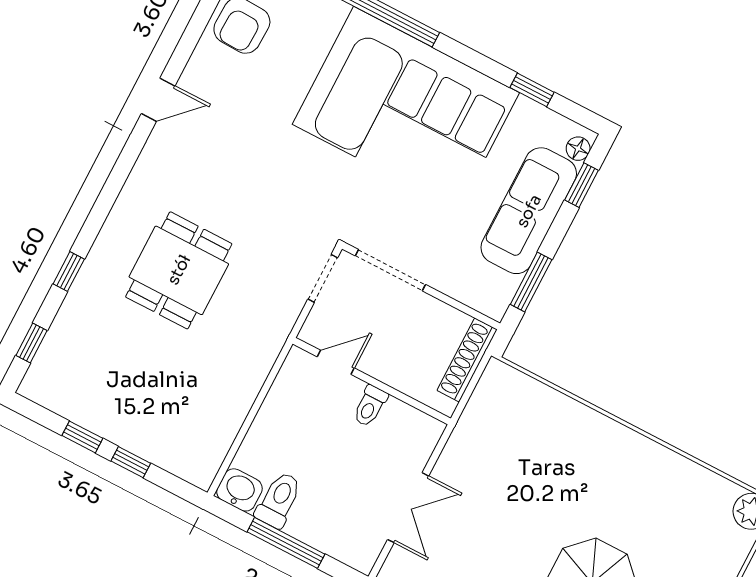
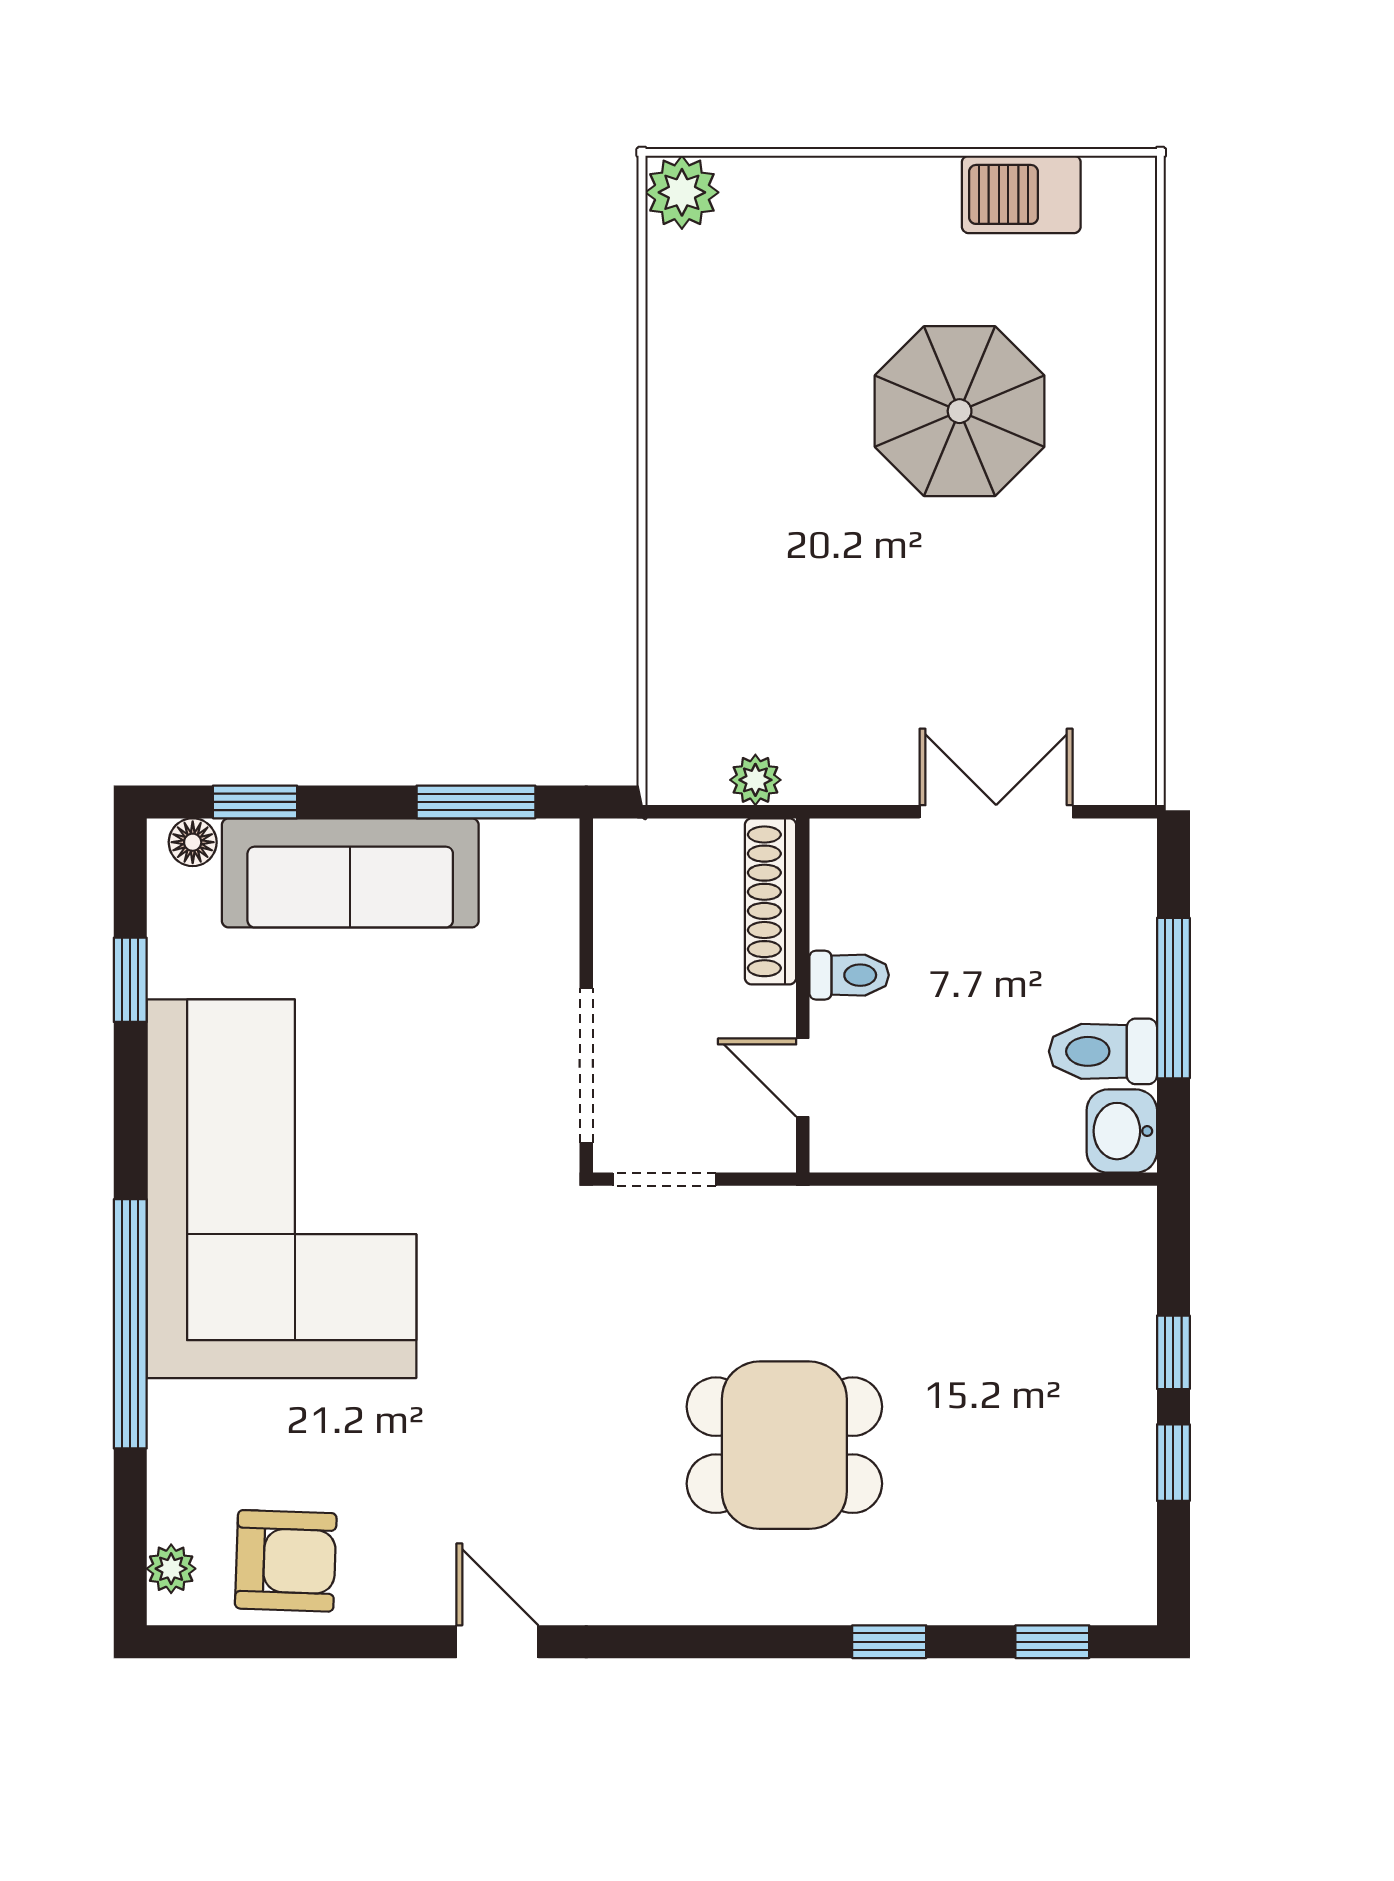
shoe rack: (467, 360) -> (771, 901), moved, turned 90
plant: (477, 410) -> (755, 780), added

